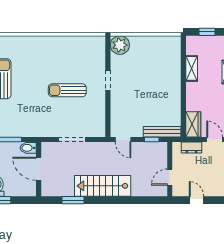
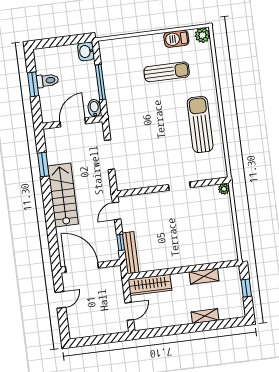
plant: (120, 45) -> (224, 189), width x0.53, depth x0.53
sun lounger: (67, 90) -> (200, 124), moved, width x1.36, depth x1.34
wardrobe: (193, 124) -> (150, 285), width x1.50
dresser: (192, 148) -> (117, 287), removed
door: (170, 177) -> (82, 267), width x1.88

